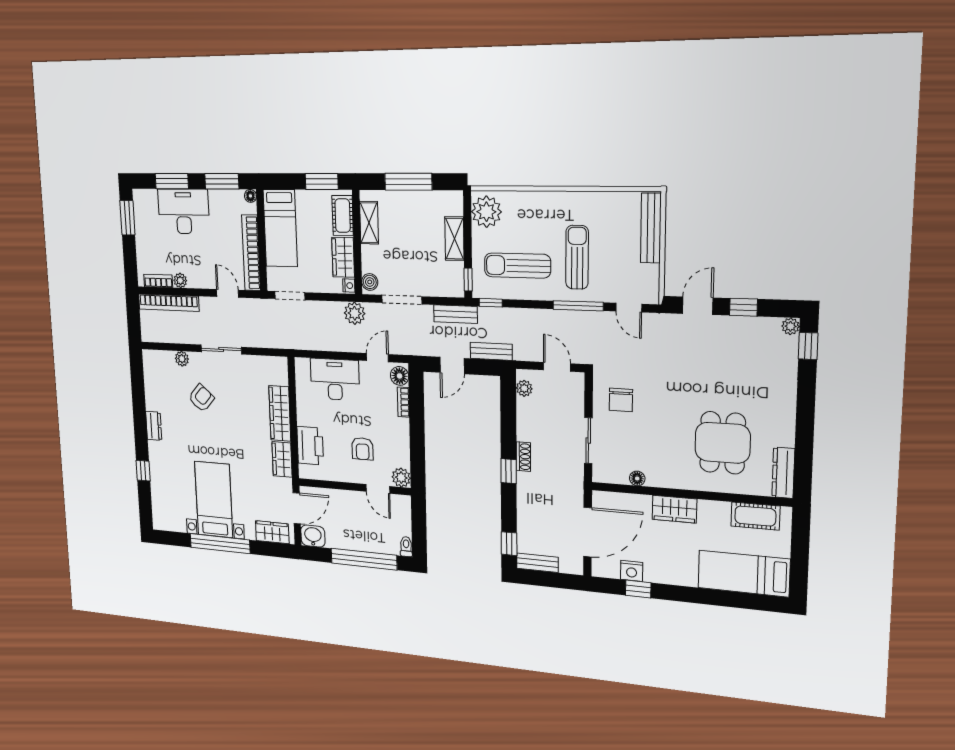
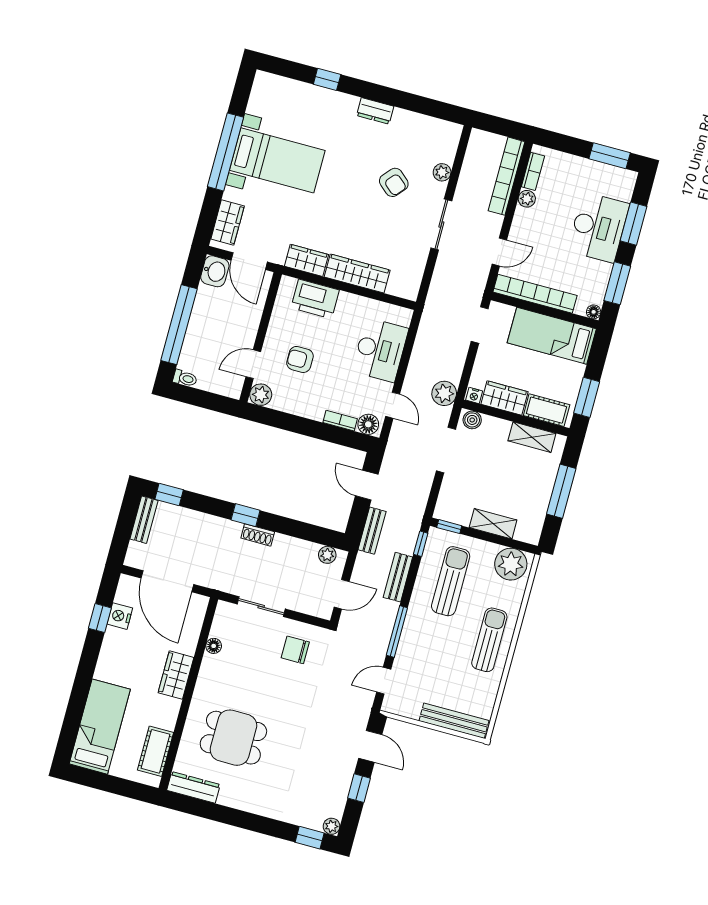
sun lounger: (577, 257) -> (489, 640), moved, turned -90
bench: (455, 314) -> (398, 577), moved

